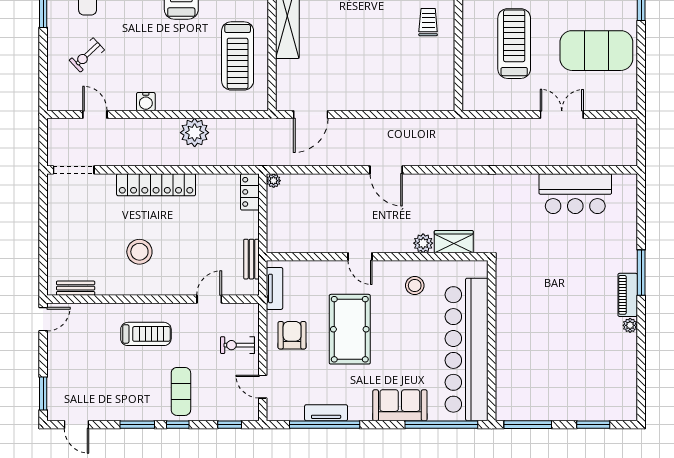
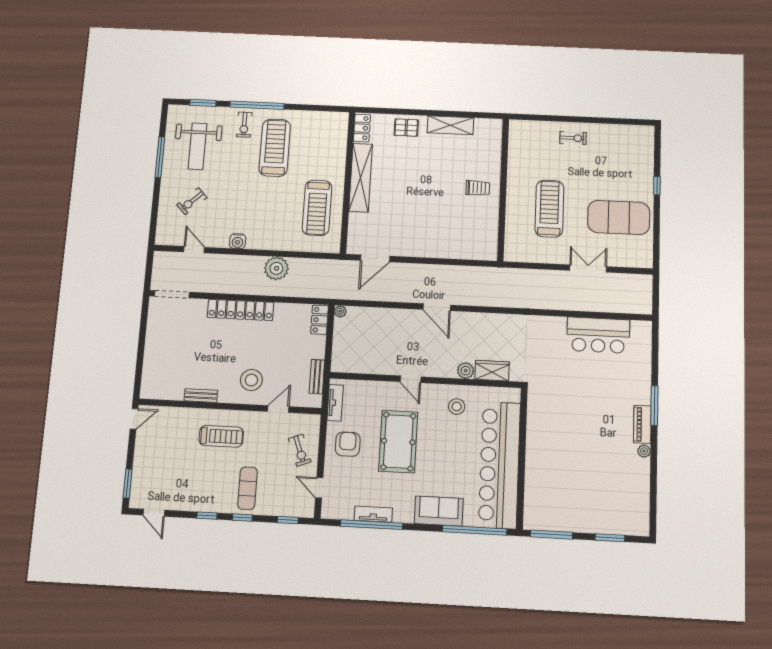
trolley: (428, 22) -> (478, 188), turned 90
stool: (139, 252) -> (251, 380), moved
bench: (76, 288) -> (201, 396), moved
exercise bike: (237, 345) -> (300, 450), turned -111
window: (137, 425) -> (207, 516), width x0.67

